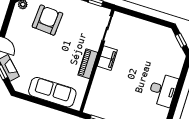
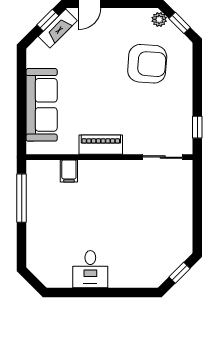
filing cabinet: (107, 58) -> (69, 171), moved, width x0.50
desk: (163, 90) -> (90, 269), width x0.73

